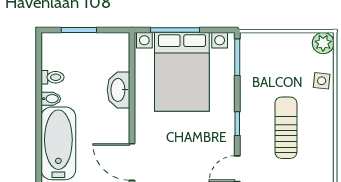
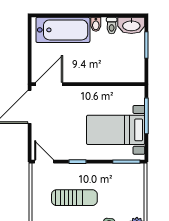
bed with nightstands: (182, 72) -> (116, 130), width x0.73
washbasin: (119, 90) -> (131, 25), moved, turned 180

